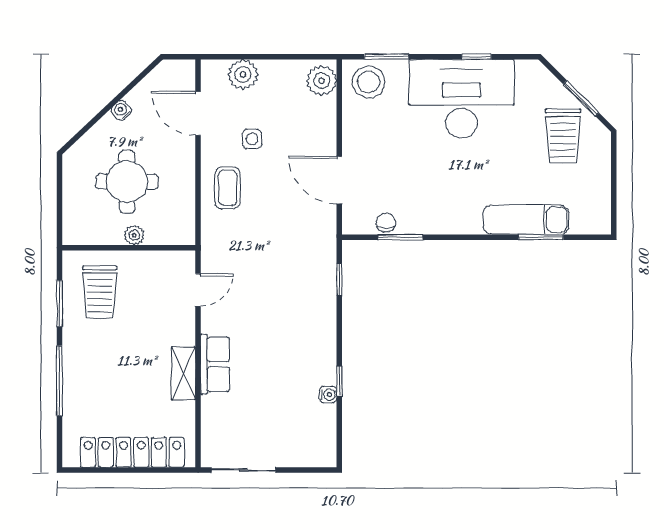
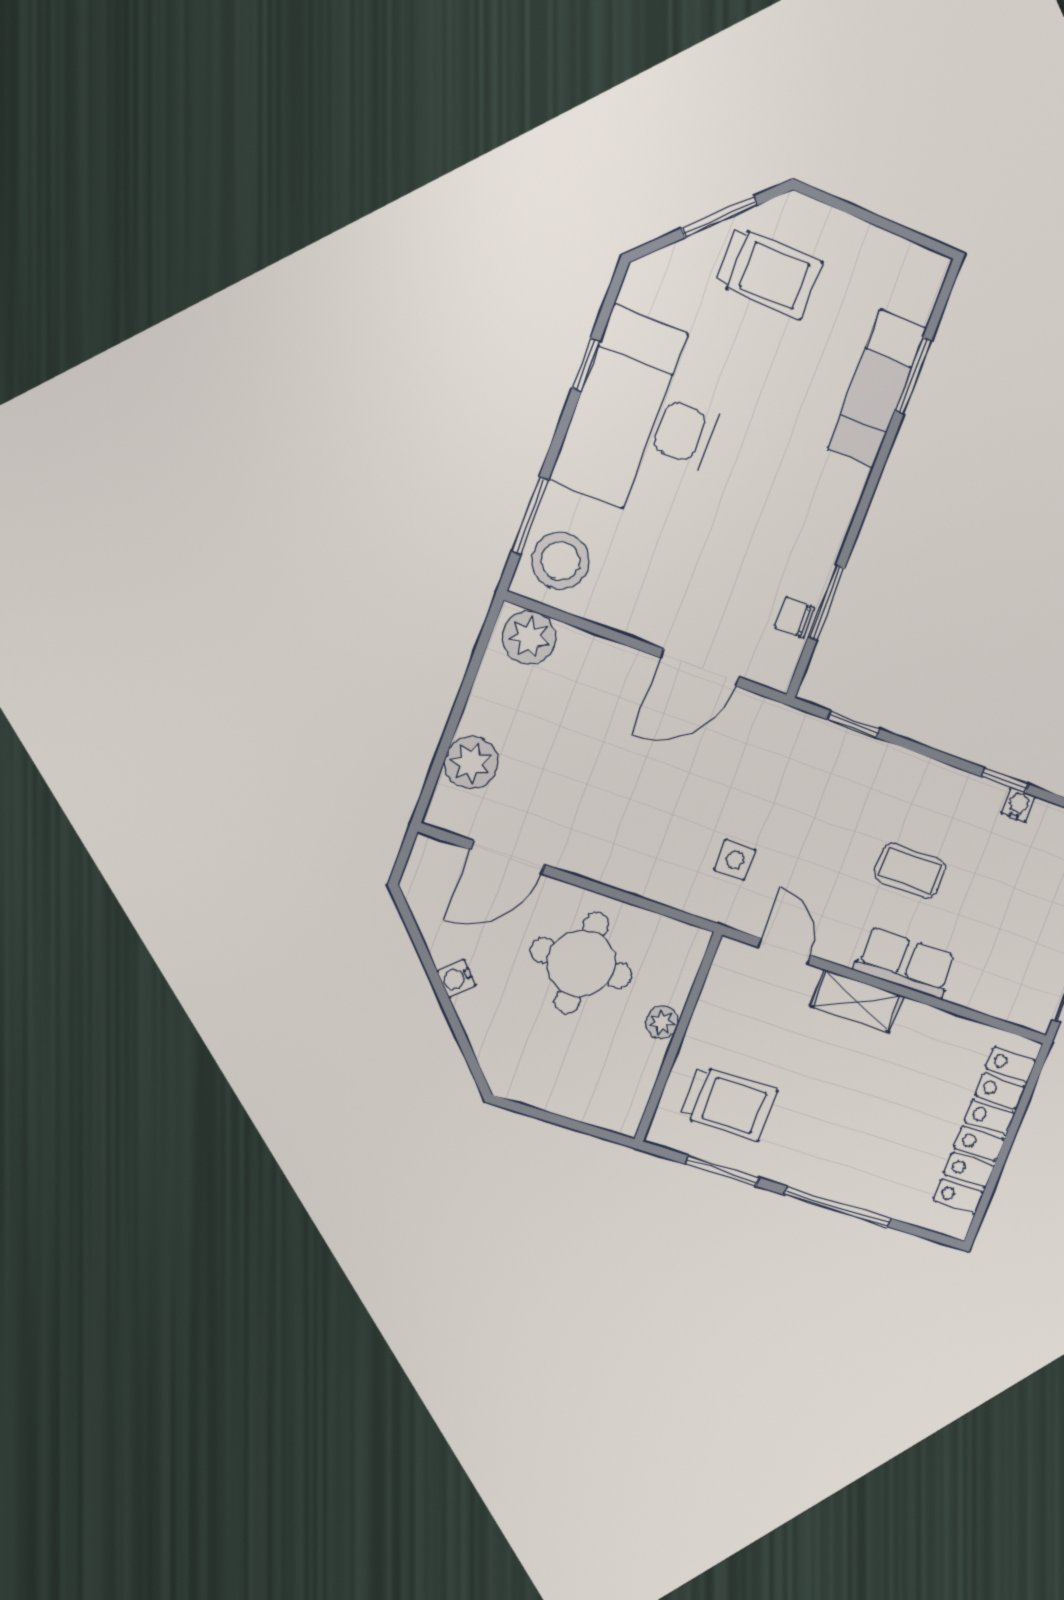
side table: (252, 139) -> (735, 860), moved
round table: (127, 182) -> (581, 963), moved
coffee table: (228, 188) -> (910, 871), moved
shelving: (183, 373) -> (857, 1001), moved

